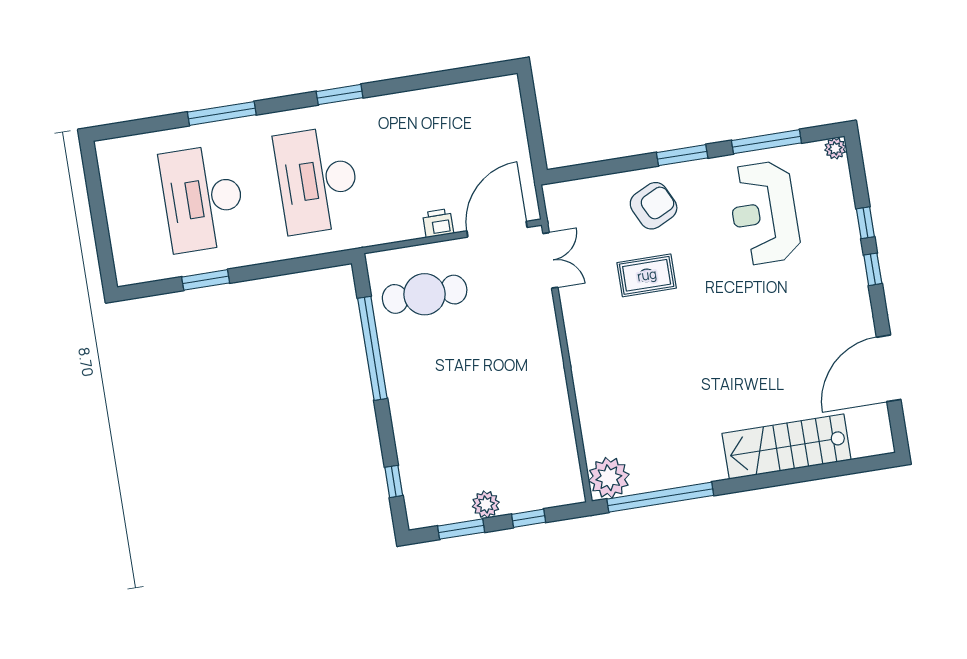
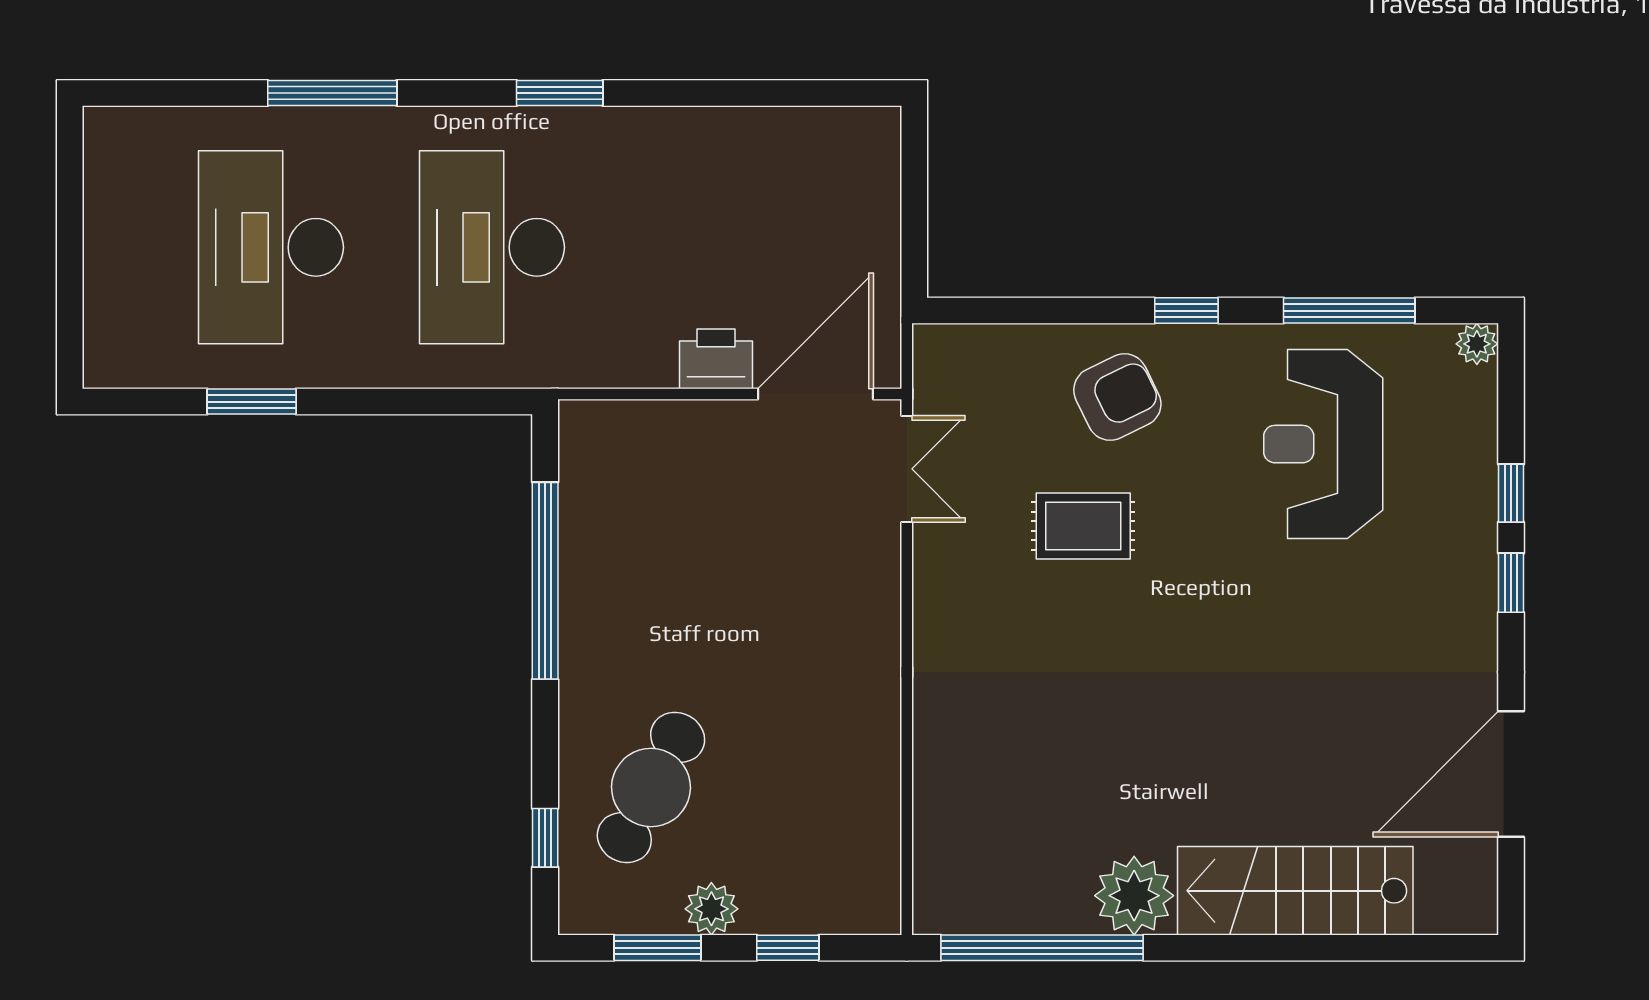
window: (682, 155) -> (1186, 311), width x0.67
printer: (438, 223) -> (716, 359), width x1.36, depth x1.24
cafe table: (425, 294) -> (651, 787), moved, turned -62
plant: (609, 478) -> (1134, 896), moved

